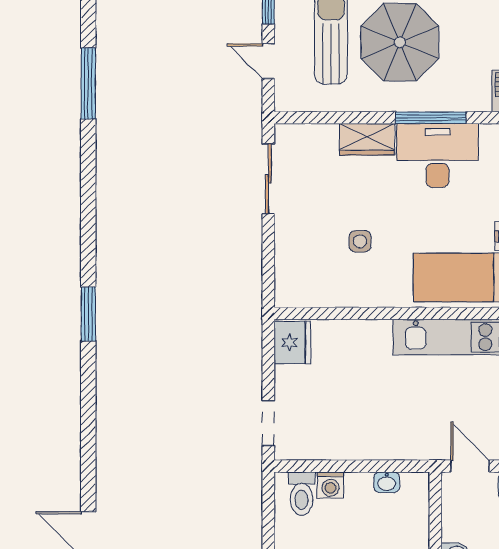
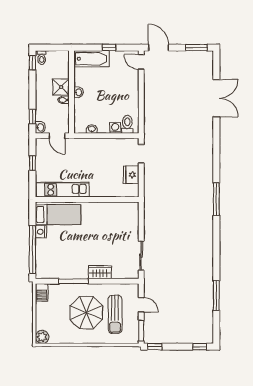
desk: (437, 155) -> (71, 265), removed
side table: (360, 241) -> (103, 230), removed
window: (88, 314) -> (216, 199), width x1.44
fridge: (292, 342) -> (131, 175), moved

